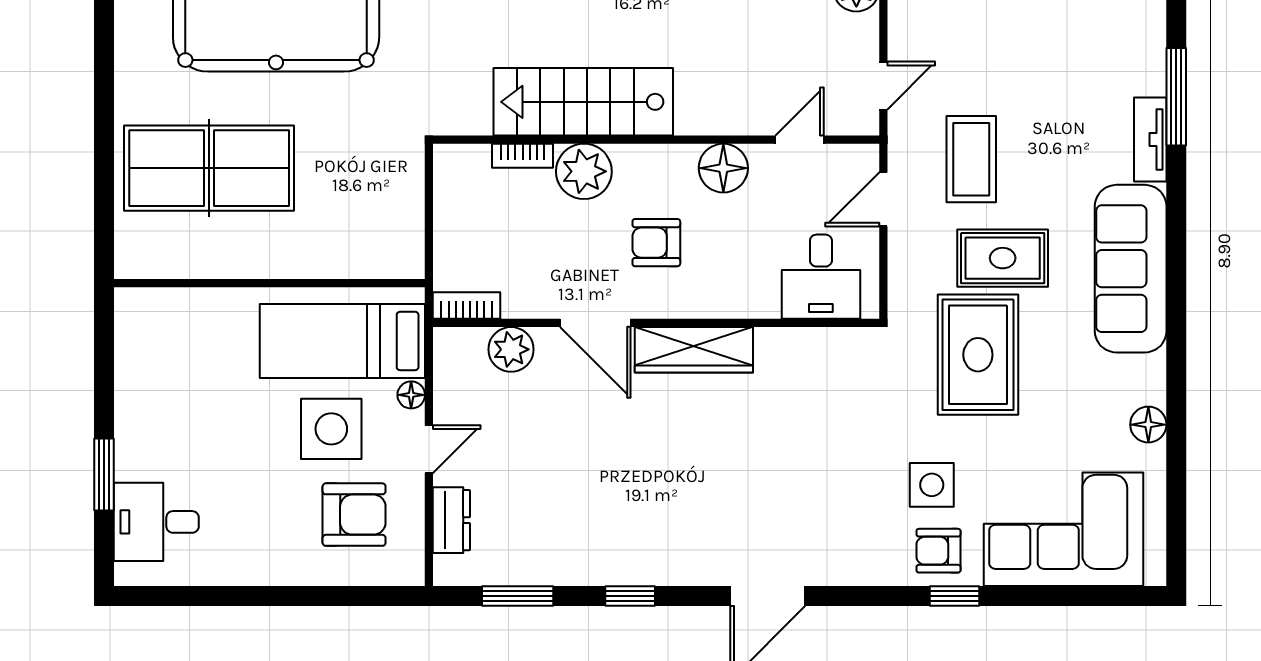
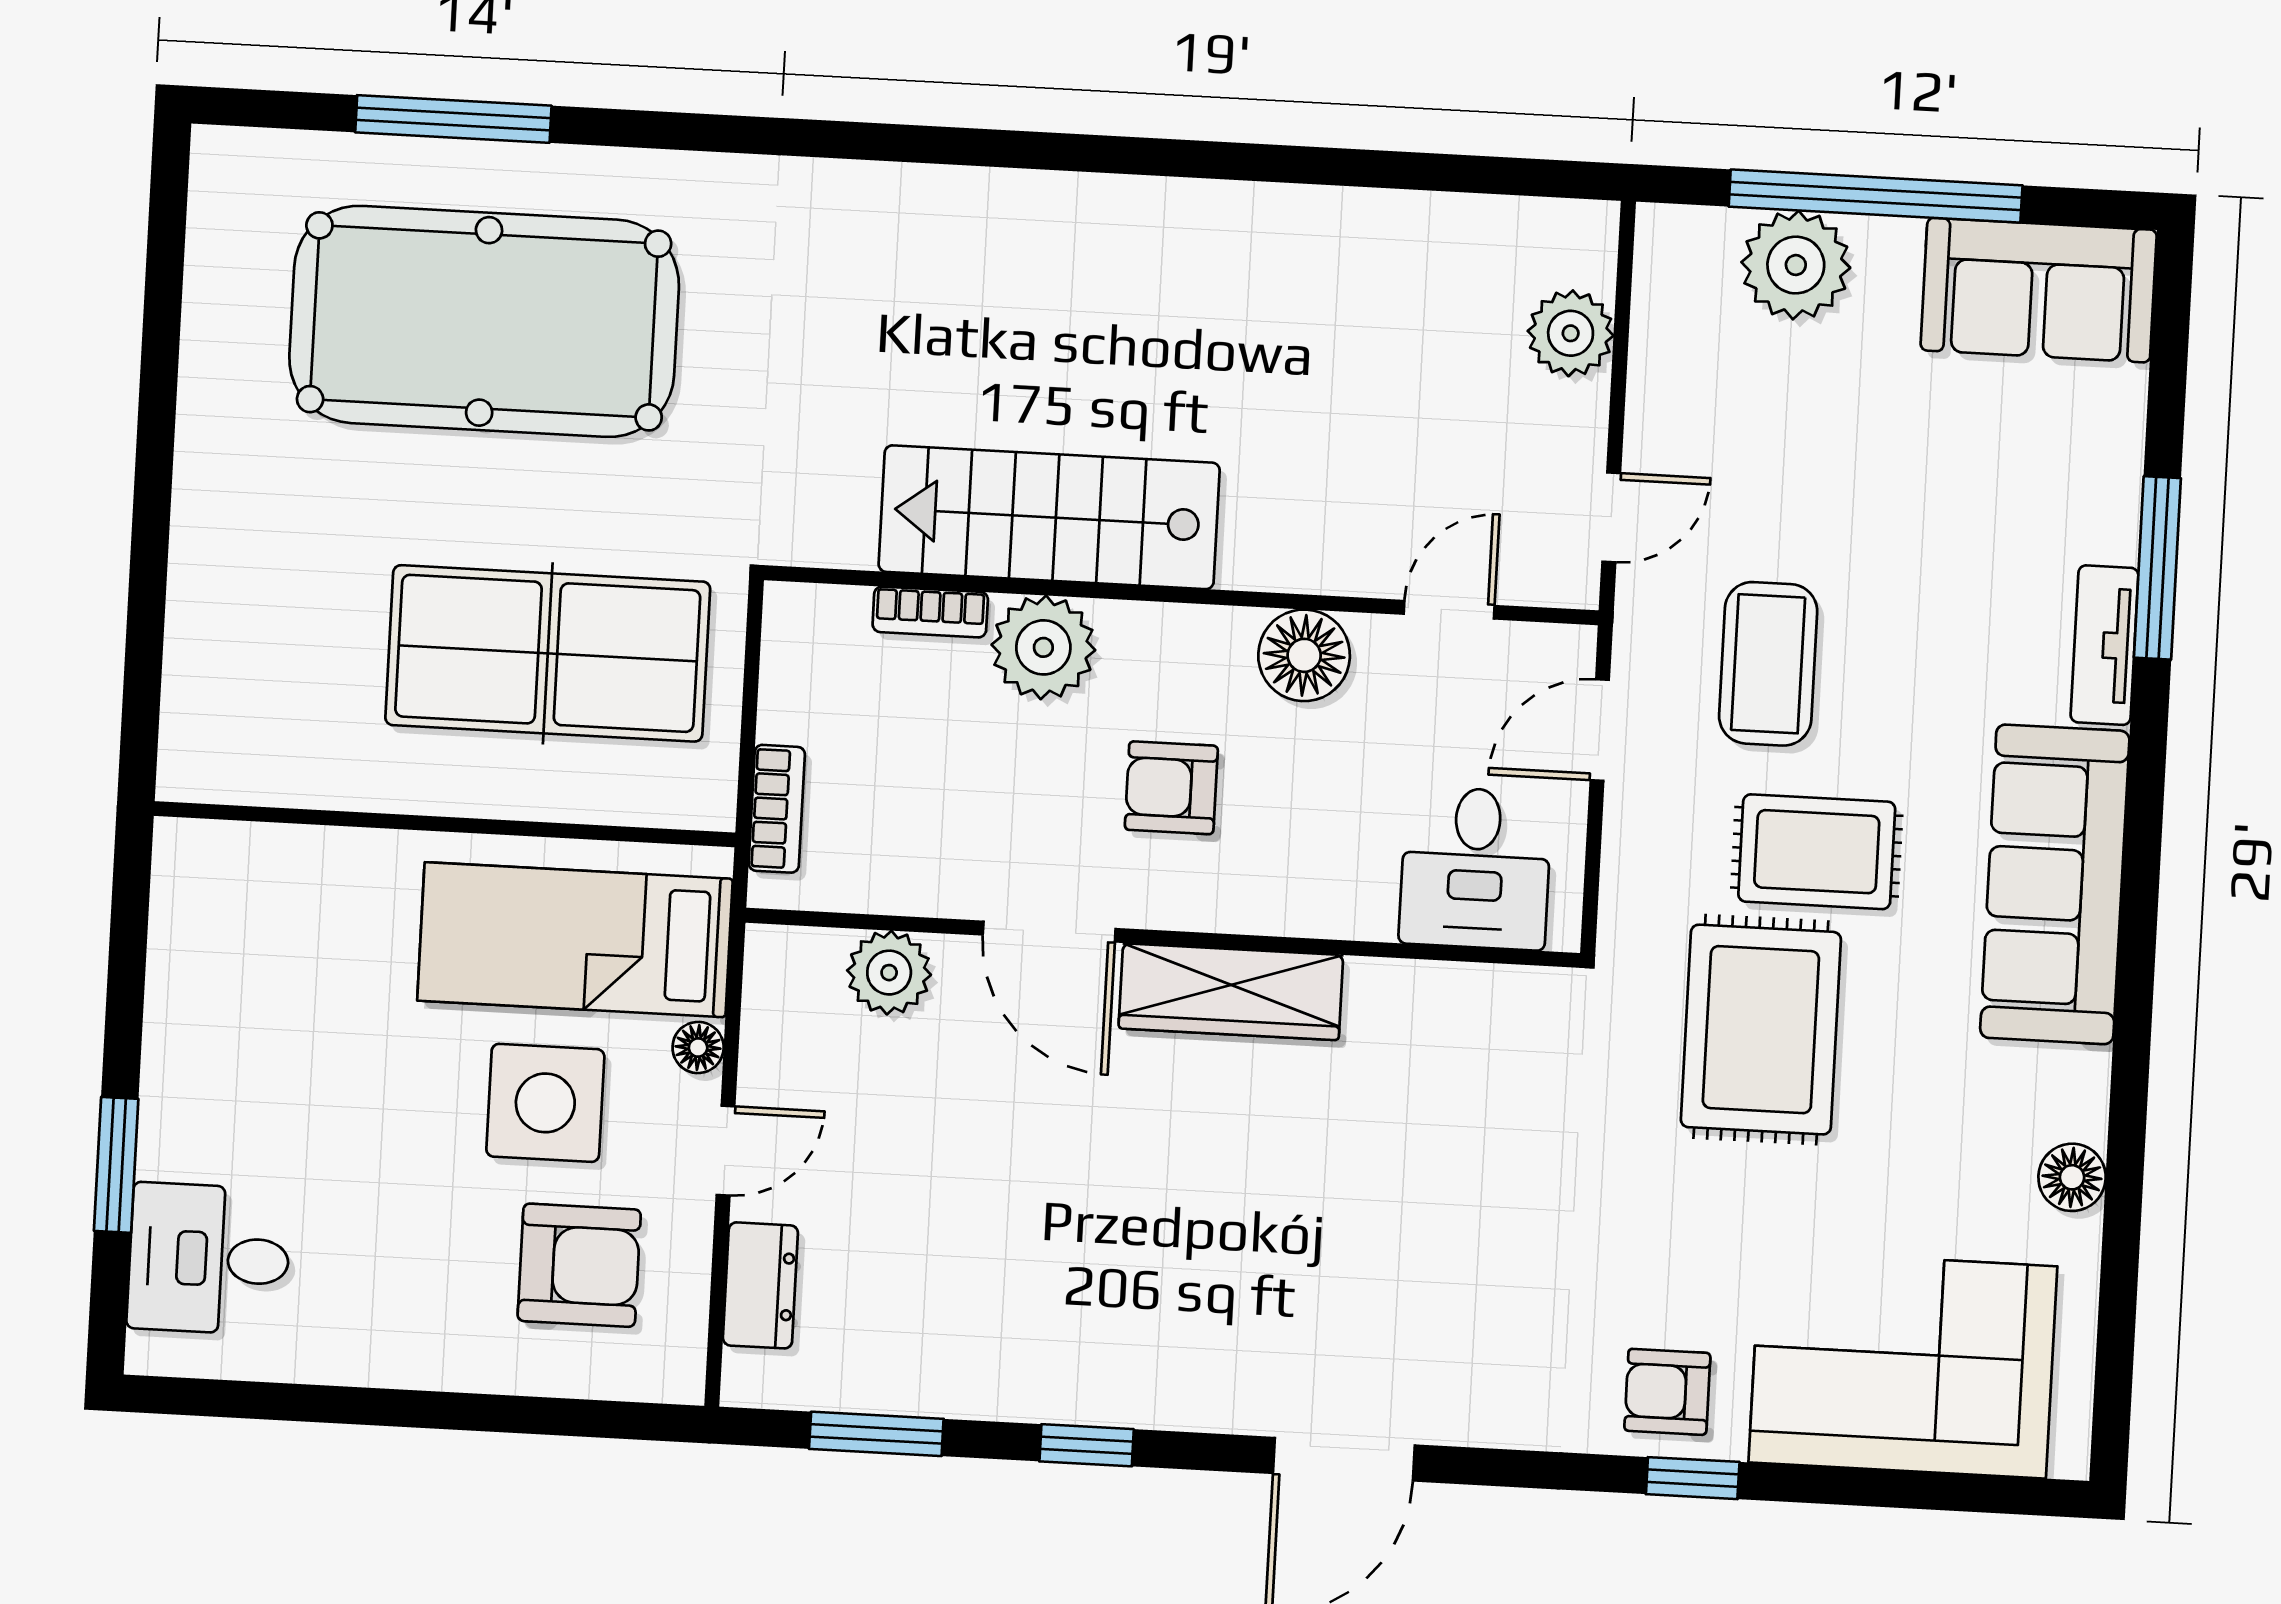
table tennis table: (209, 168) -> (548, 653), moved
bookcase: (467, 306) -> (777, 809), moved, turned 90
side table: (932, 485) -> (1661, 1268), removed

